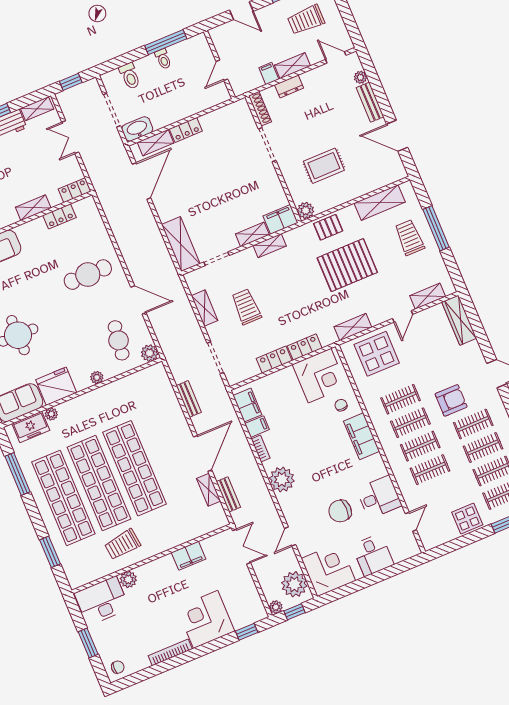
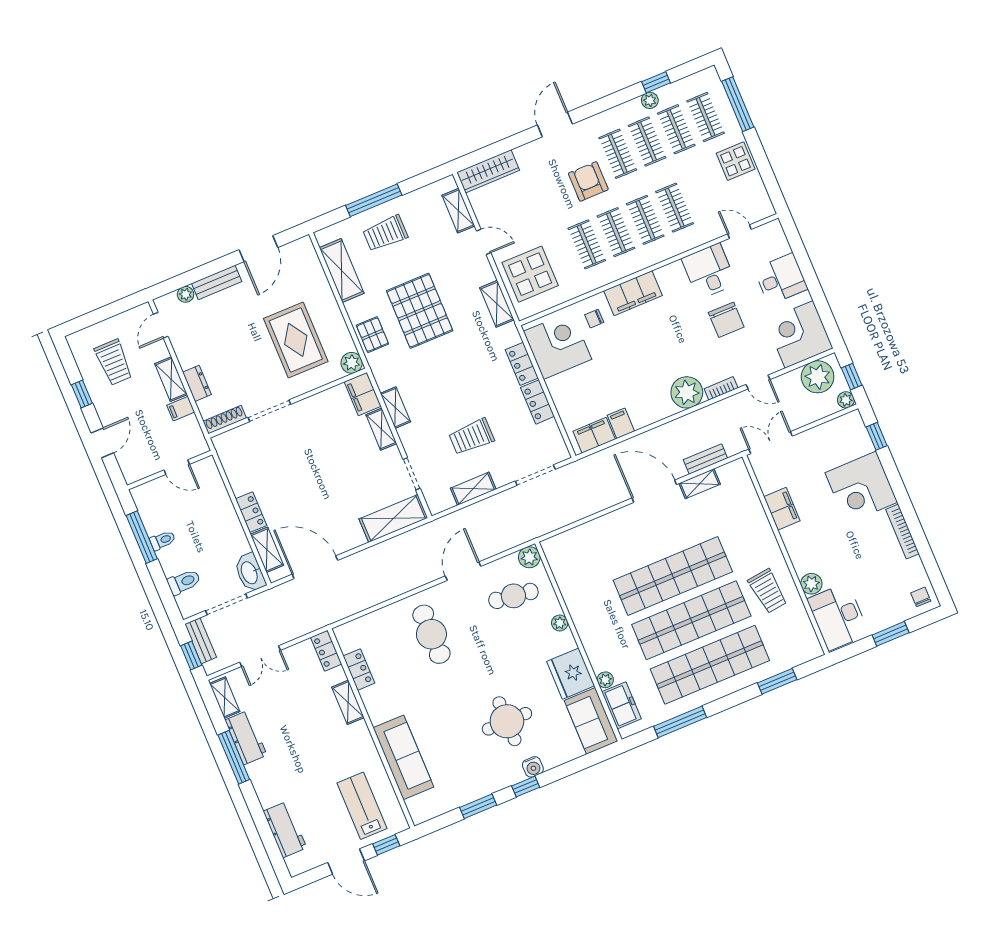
rug: (324, 166) -> (296, 340), width x1.36, depth x1.43
bench: (189, 399) -> (201, 641), moved, turned 90
bookcase: (261, 449) -> (721, 388), moved

